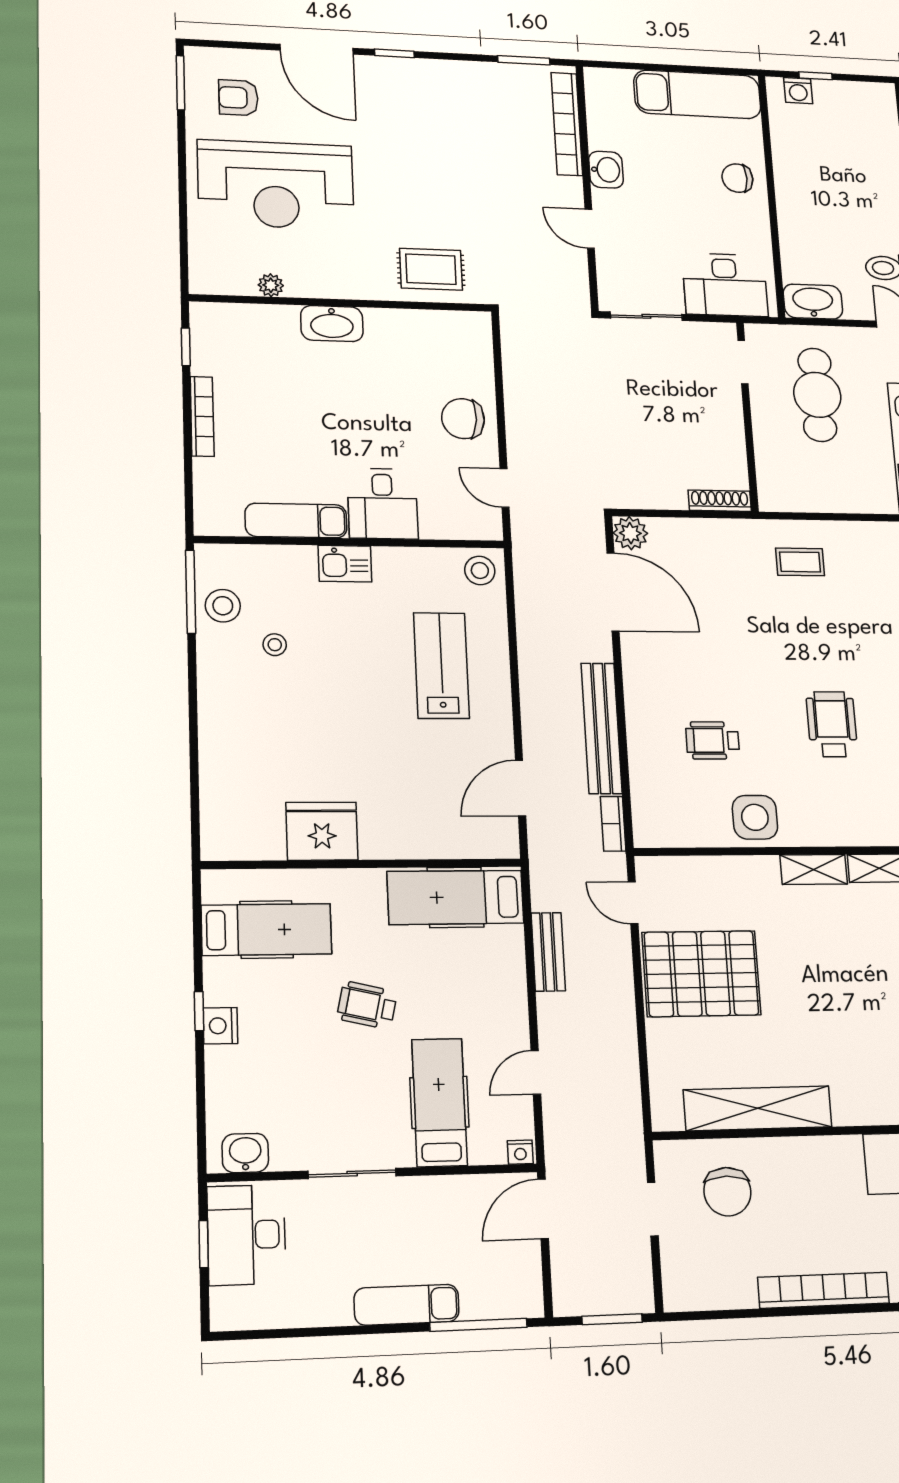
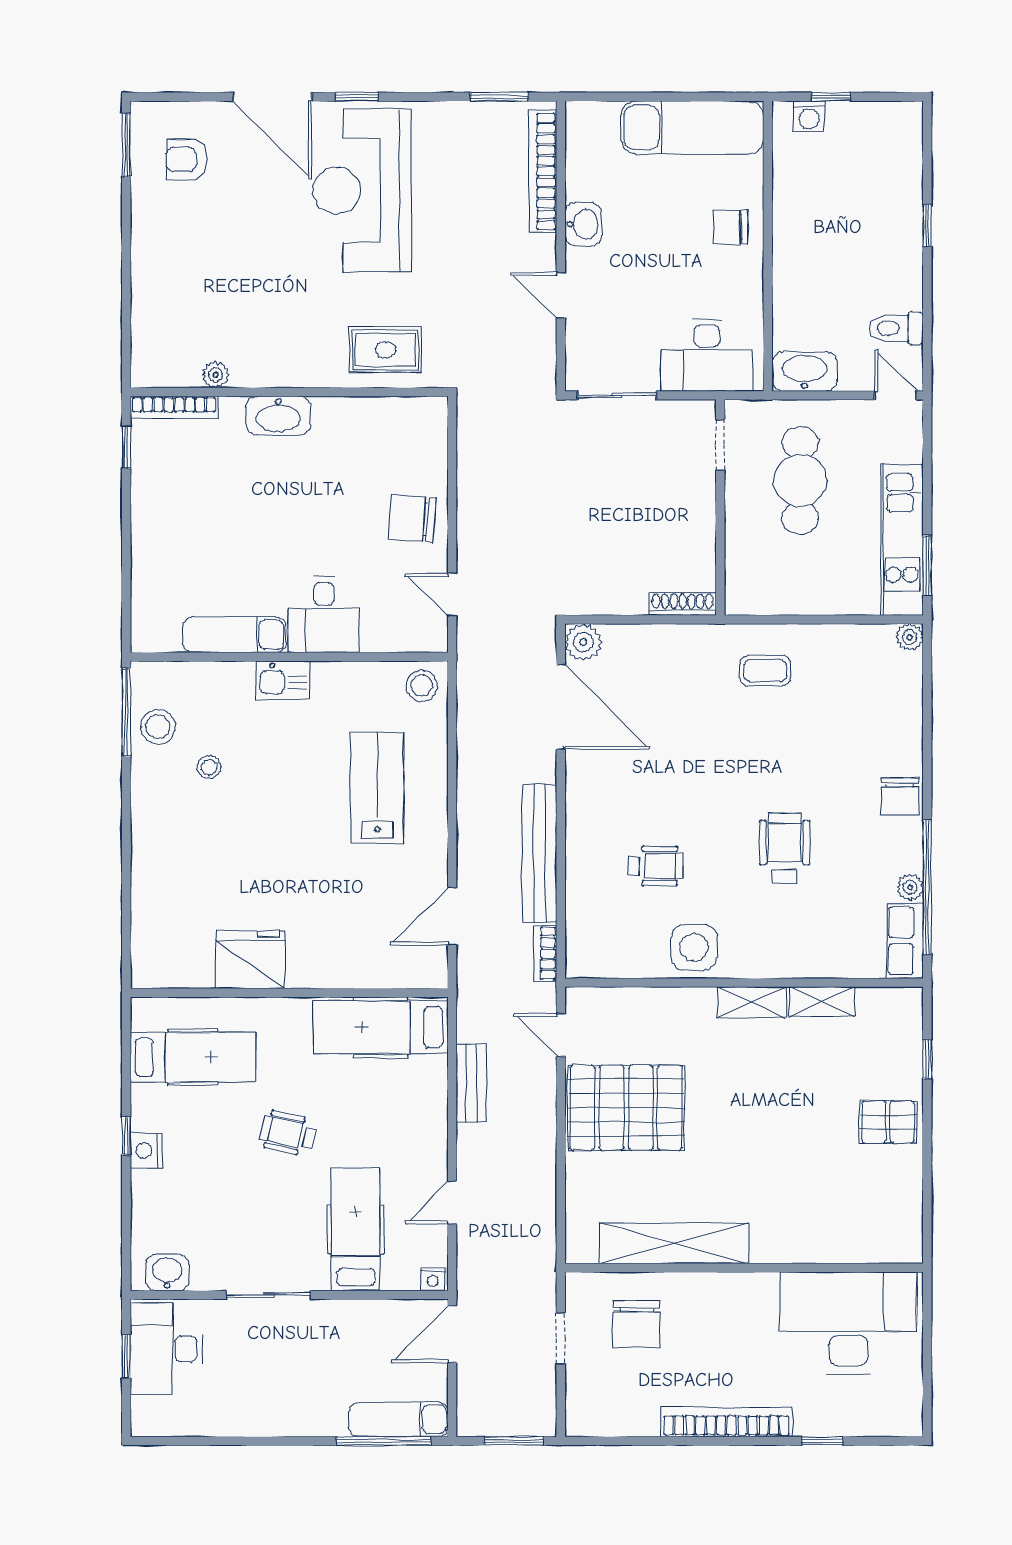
reception desk: (276, 185) -> (362, 190), moved, turned 90
bookcase: (202, 416) -> (174, 407), moved, turned 90
wheelchair: (713, 740) -> (655, 866), turned 180
exam couch: (407, 1305) -> (398, 1419), moved

